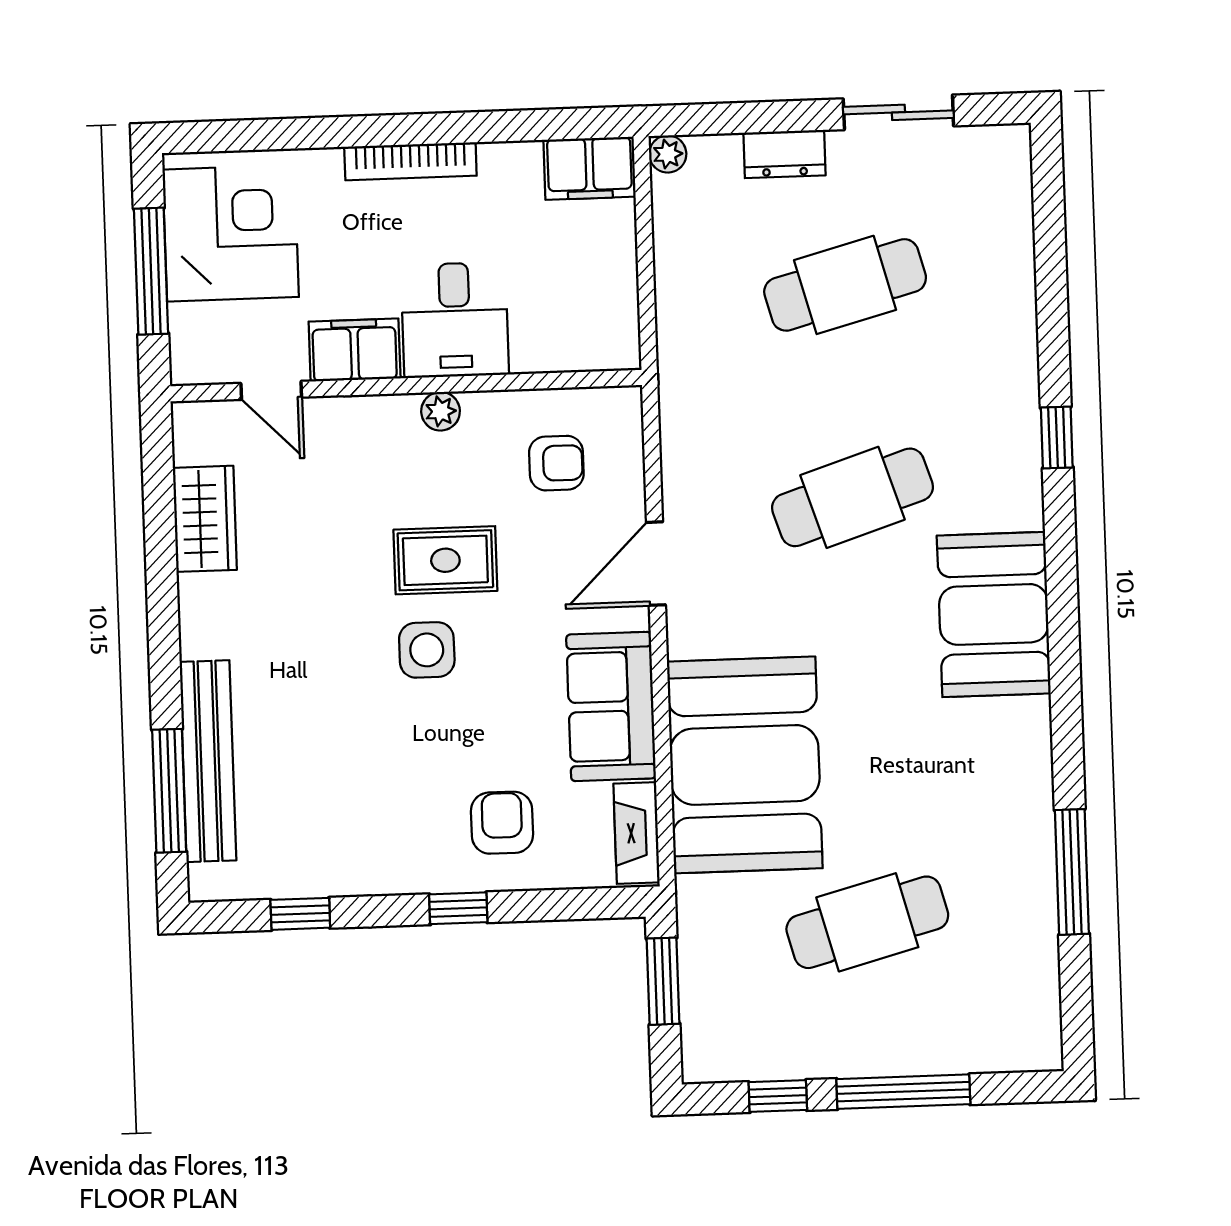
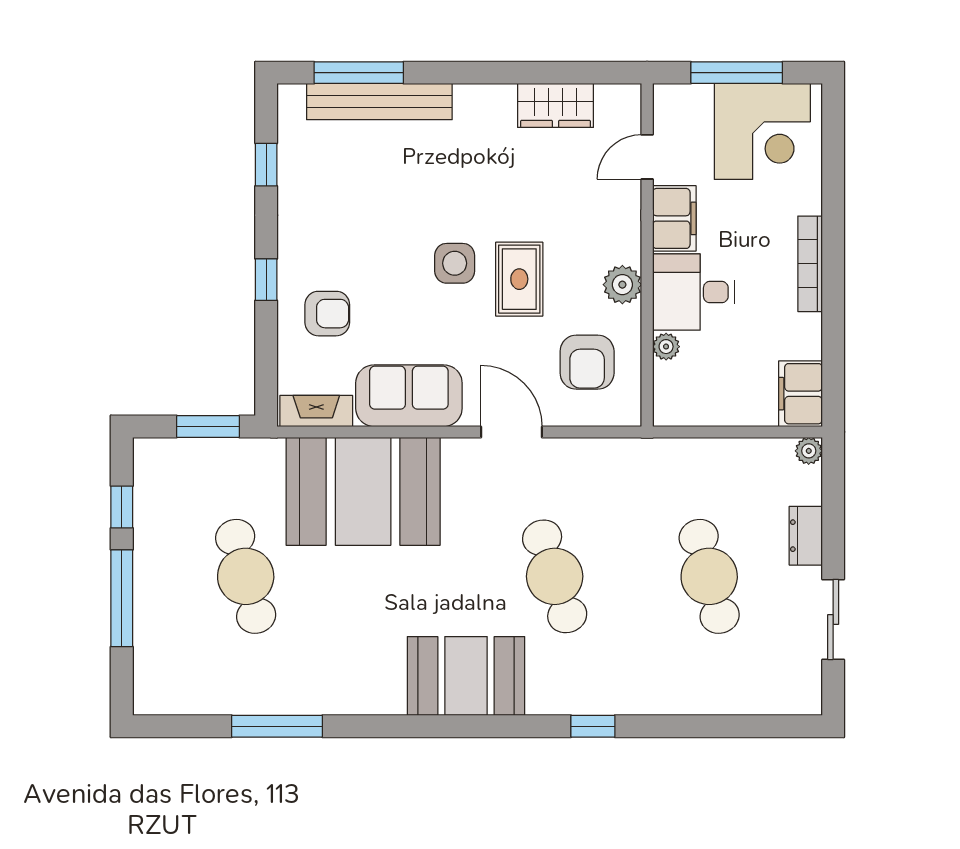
plant: (531, 355) -> (666, 347), added
plant: (441, 411) -> (622, 285), width x1.38, depth x1.38
armchair: (556, 463) -> (587, 362), width x1.38, depth x1.38

